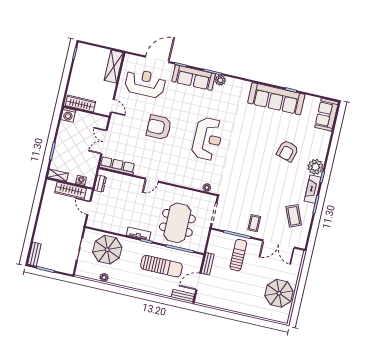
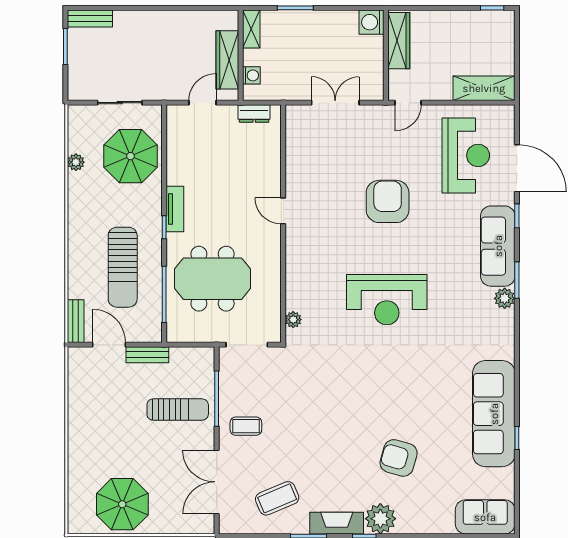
row of seats: (117, 166) -> (296, 138), removed

